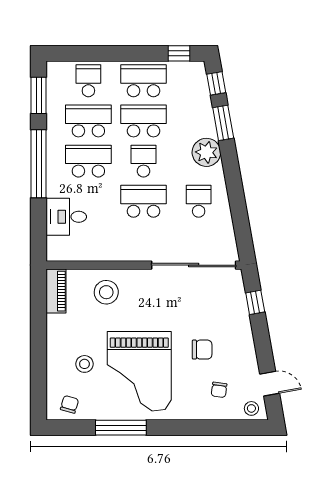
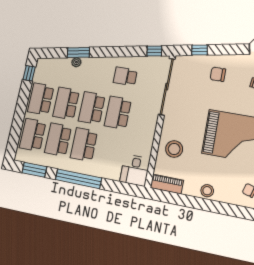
school desk: (88, 81) -> (33, 135), width x1.85
window: (216, 83) -> (154, 51), moved
plant: (206, 152) -> (76, 62), moved, width x0.53, depth x0.53
school desk: (143, 161) -> (92, 108), width x1.85
desk: (66, 217) -> (135, 170), moved
chair: (202, 350) -> (218, 74), moved, turned -90
stool: (84, 364) -> (207, 191), moved

